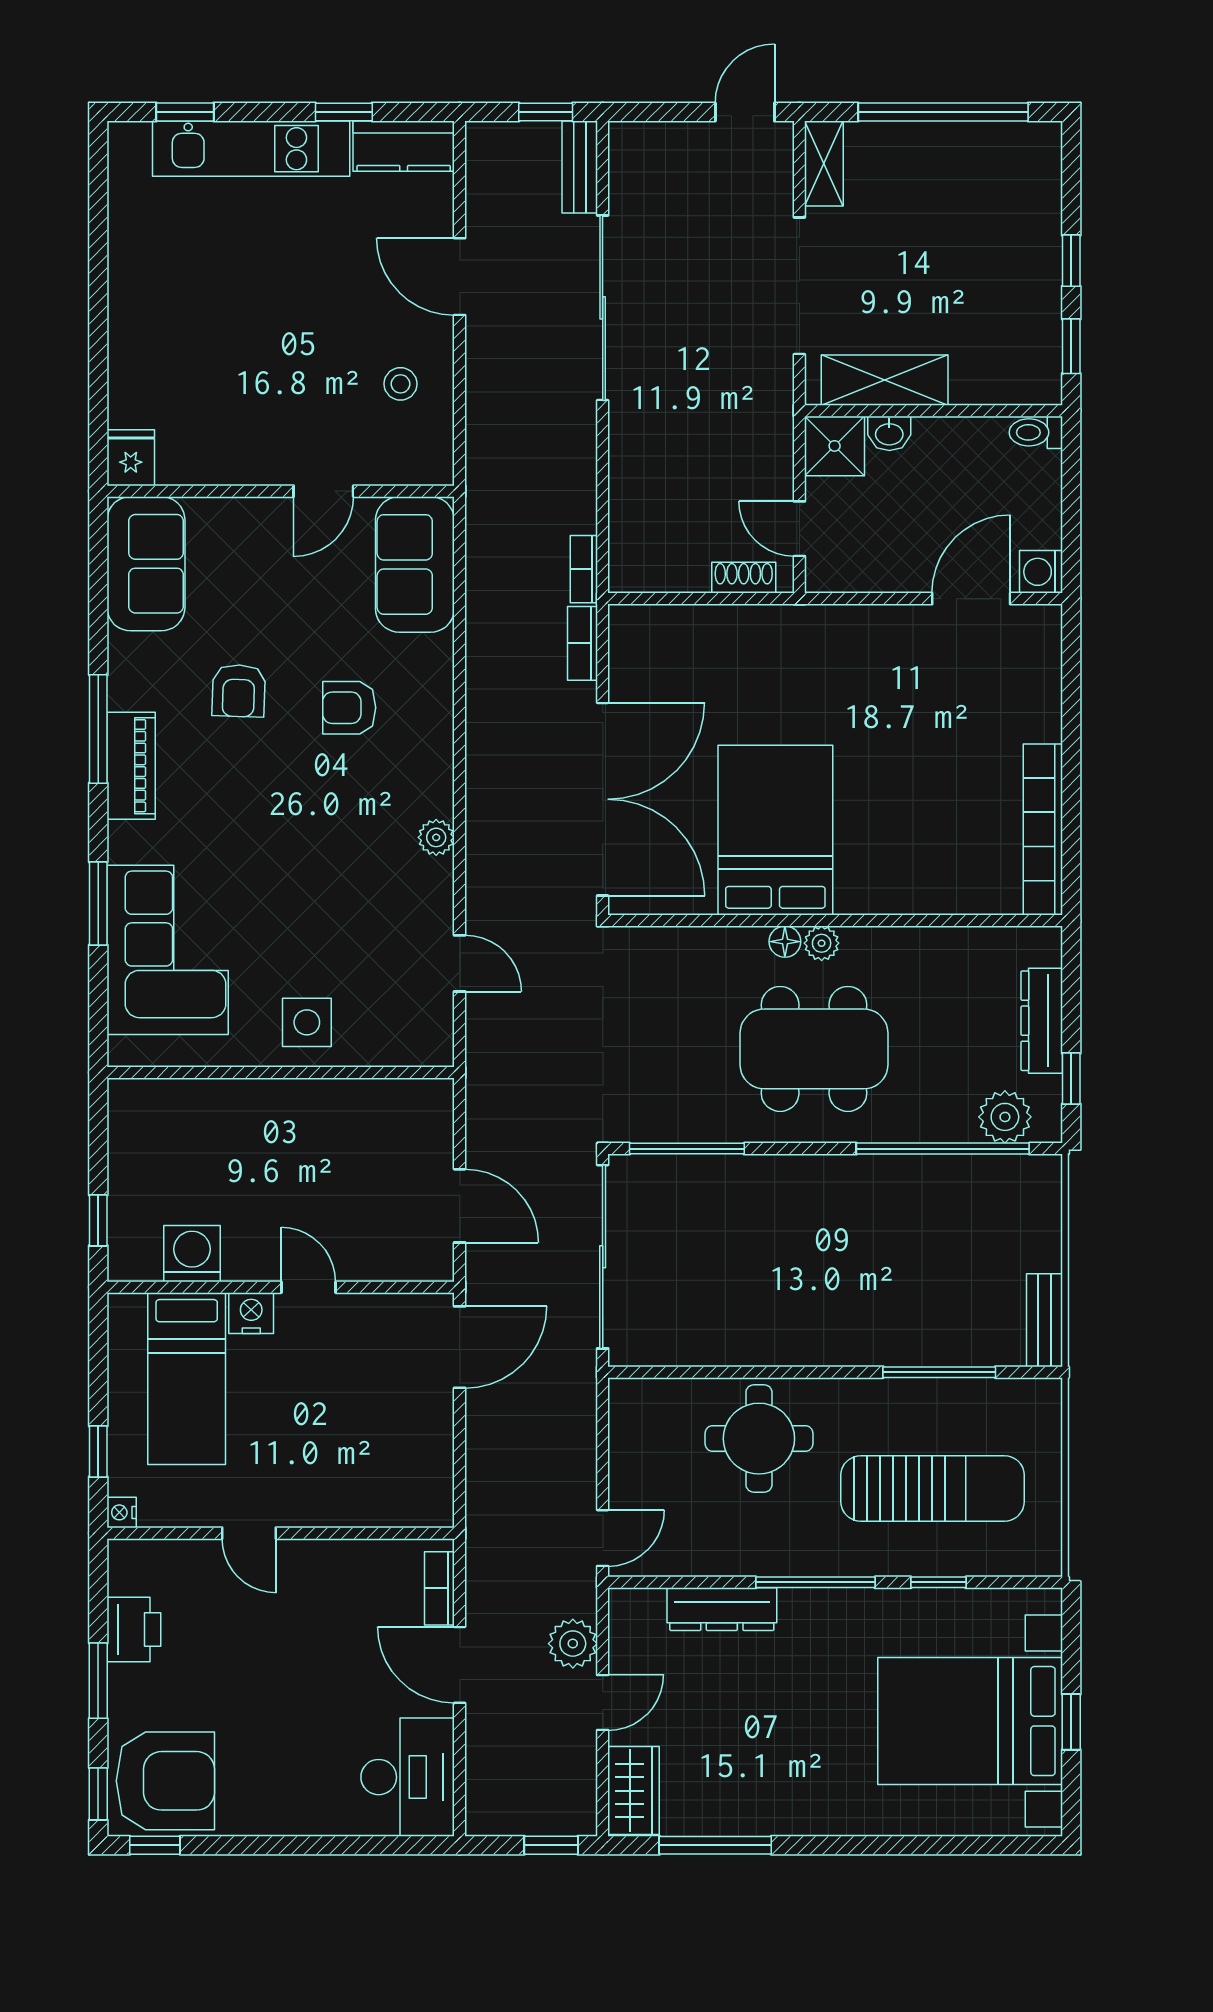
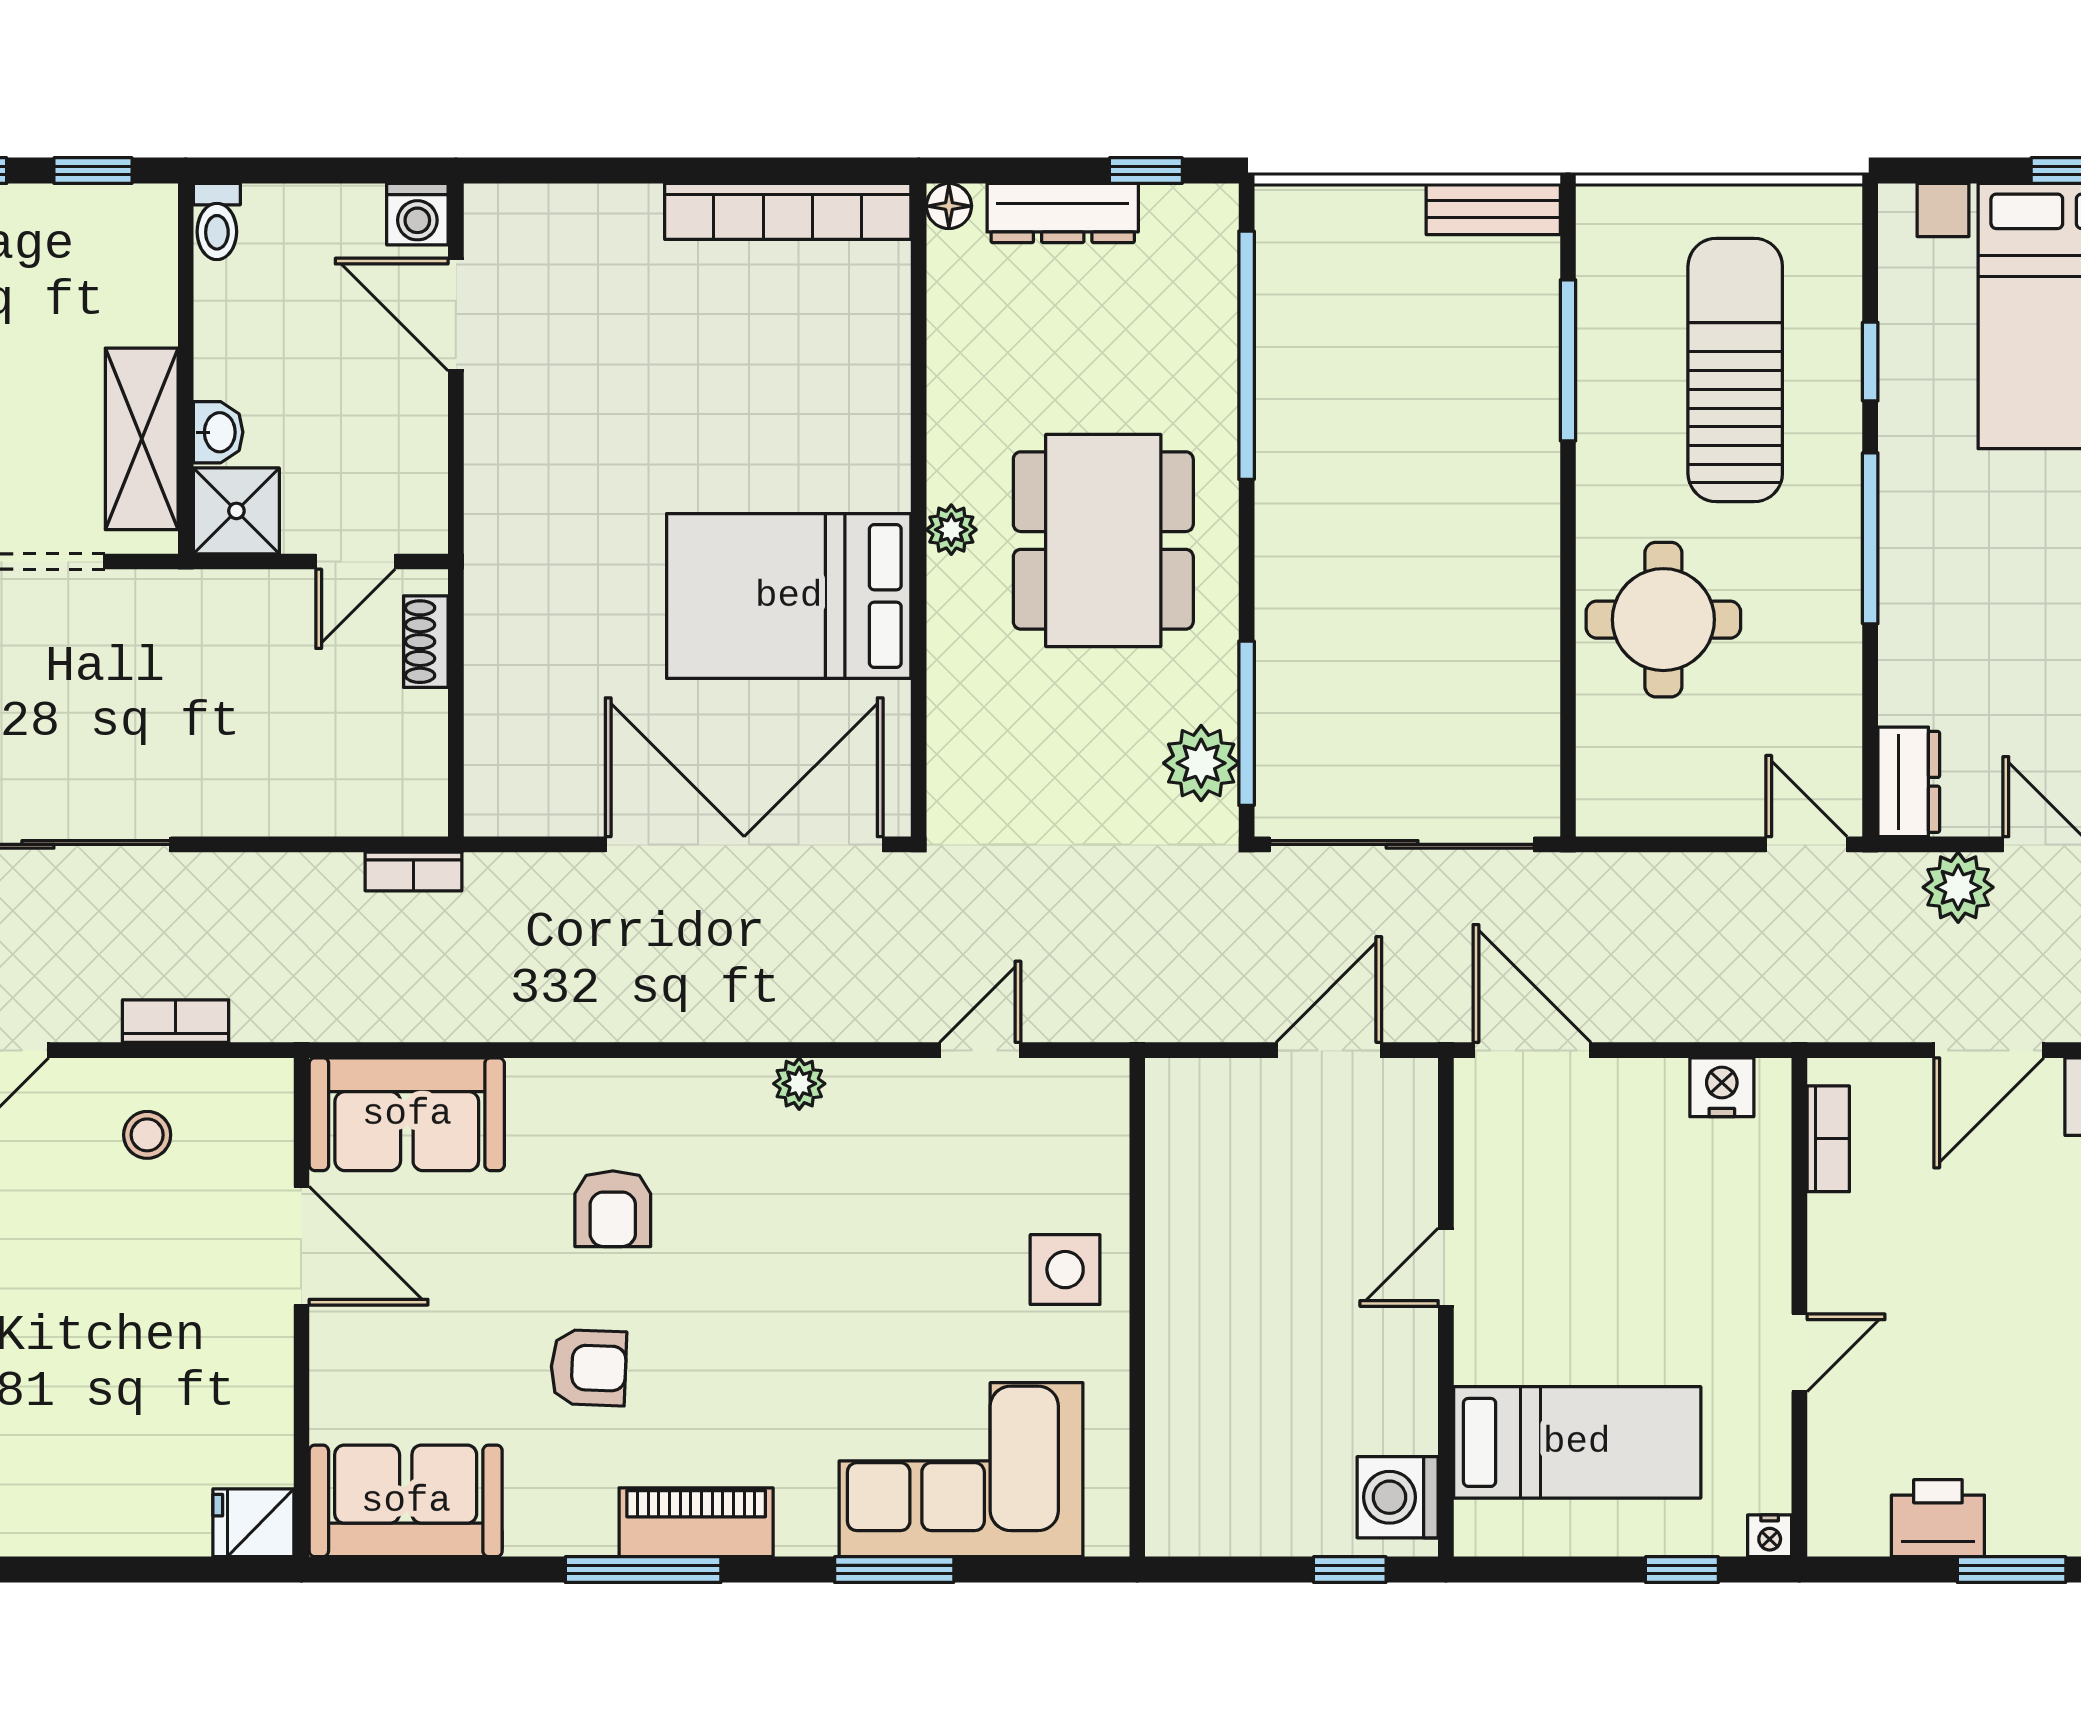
door: (323, 491) -> (301, 1246), width x1.37
bookcase: (582, 643) -> (176, 1021), moved, turned 180
floor lamp: (785, 942) -> (949, 206), moved
plant: (1005, 1117) -> (1201, 763), moved
washing machine: (192, 1254) -> (1398, 1497), moved
nightstand: (251, 1313) -> (1722, 1087), moved, turned 90
bookcase: (439, 1588) -> (1828, 1139), moved, turned -90
dresser: (722, 1609) -> (1909, 782), moved, width x0.70

